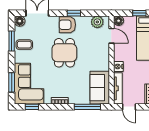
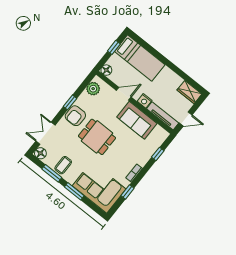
door: (111, 36) -> (124, 94), moved
window: (12, 82) -> (74, 191), moved
sofa: (100, 88) -> (137, 120), moved
window: (32, 107) -> (127, 192), moved
window: (87, 107) -> (158, 154), width x0.46

